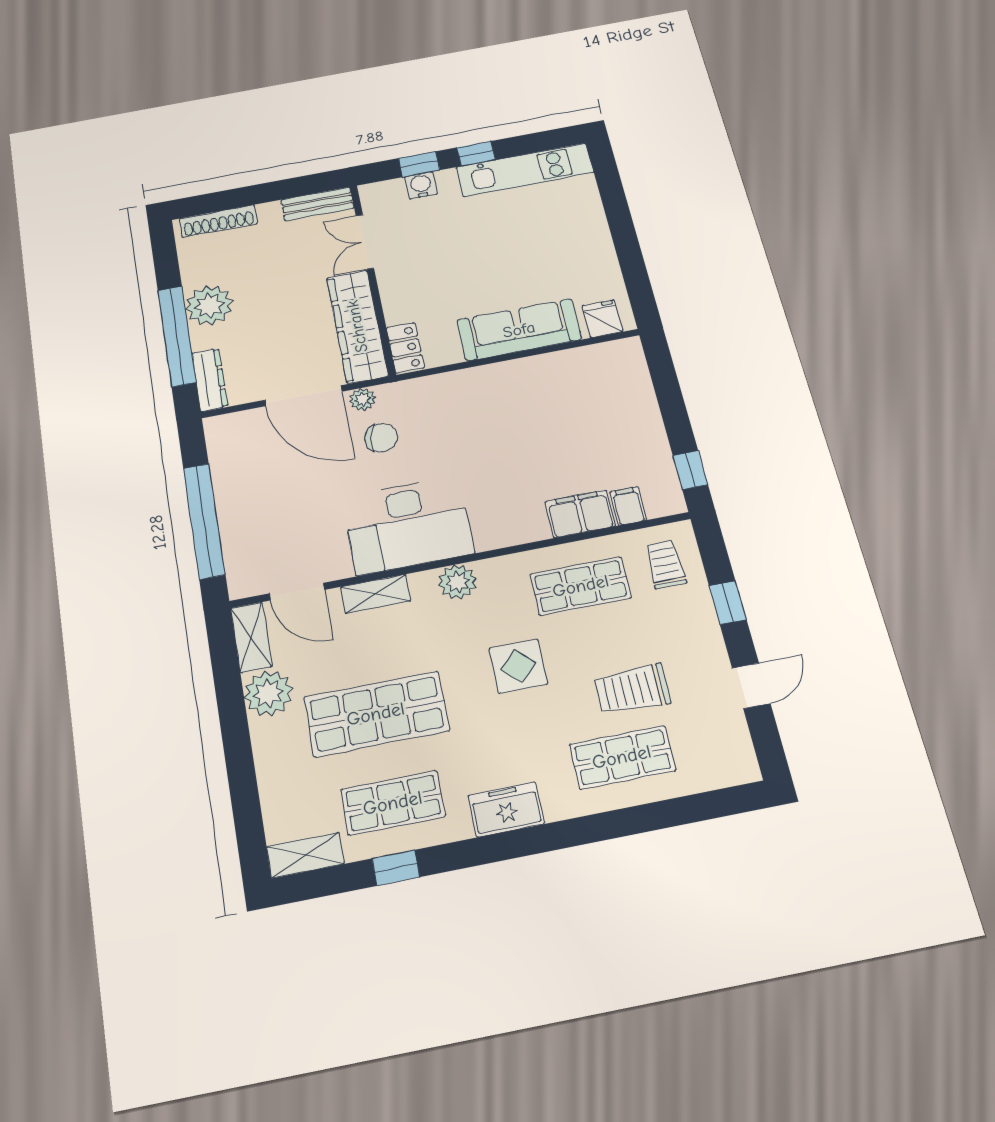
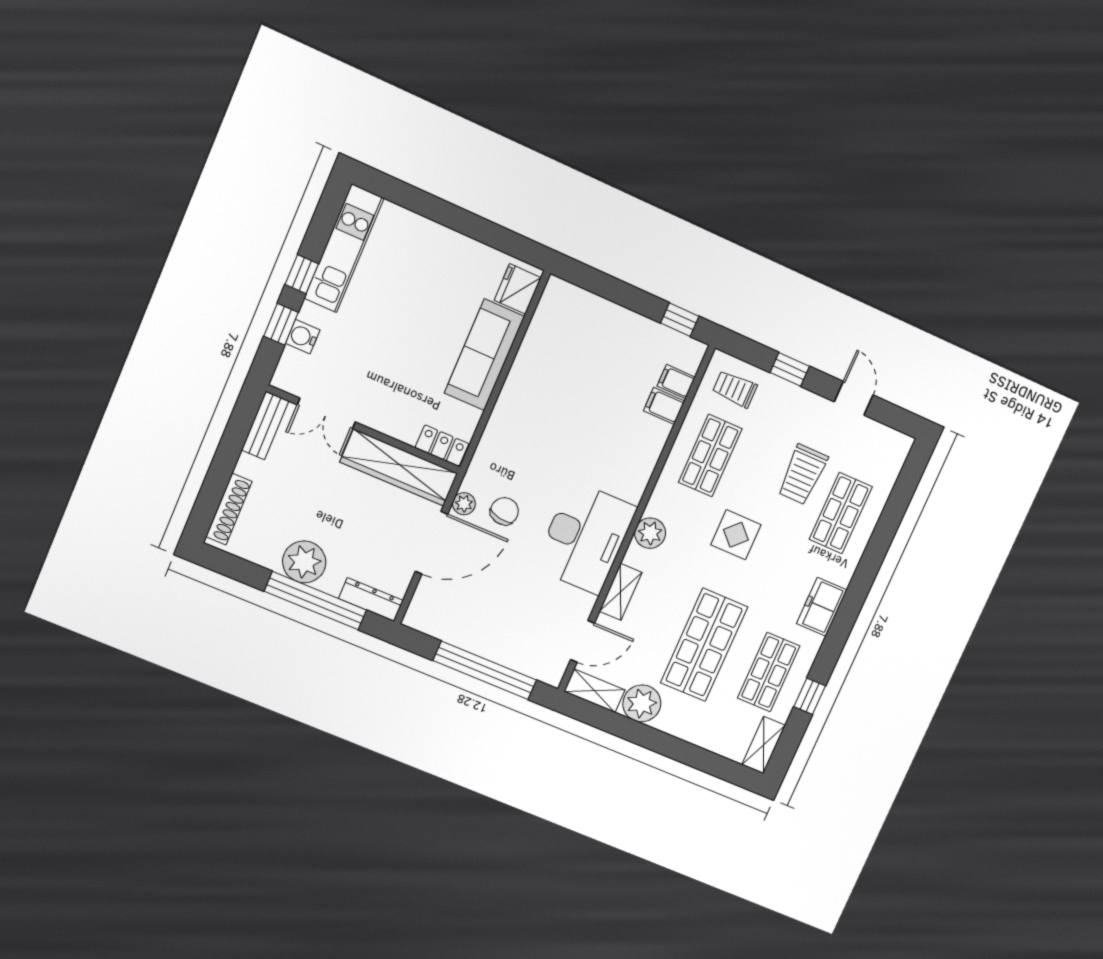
fridge: (602, 319) -> (518, 289), width x1.38
filing cabinet: (580, 514) -> (664, 406), width x0.50

